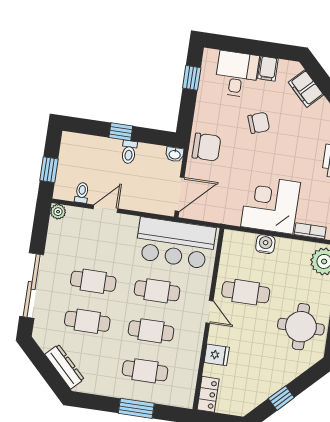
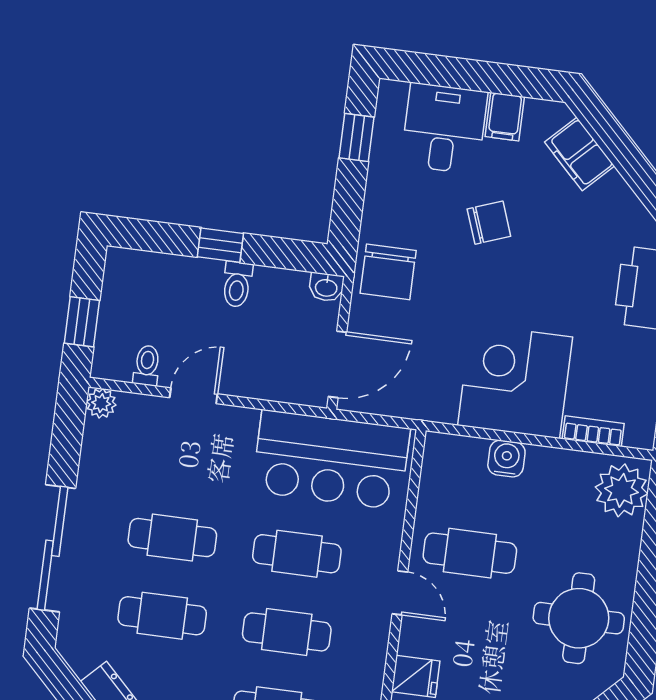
chair: (207, 147) -> (388, 272), turned 90

